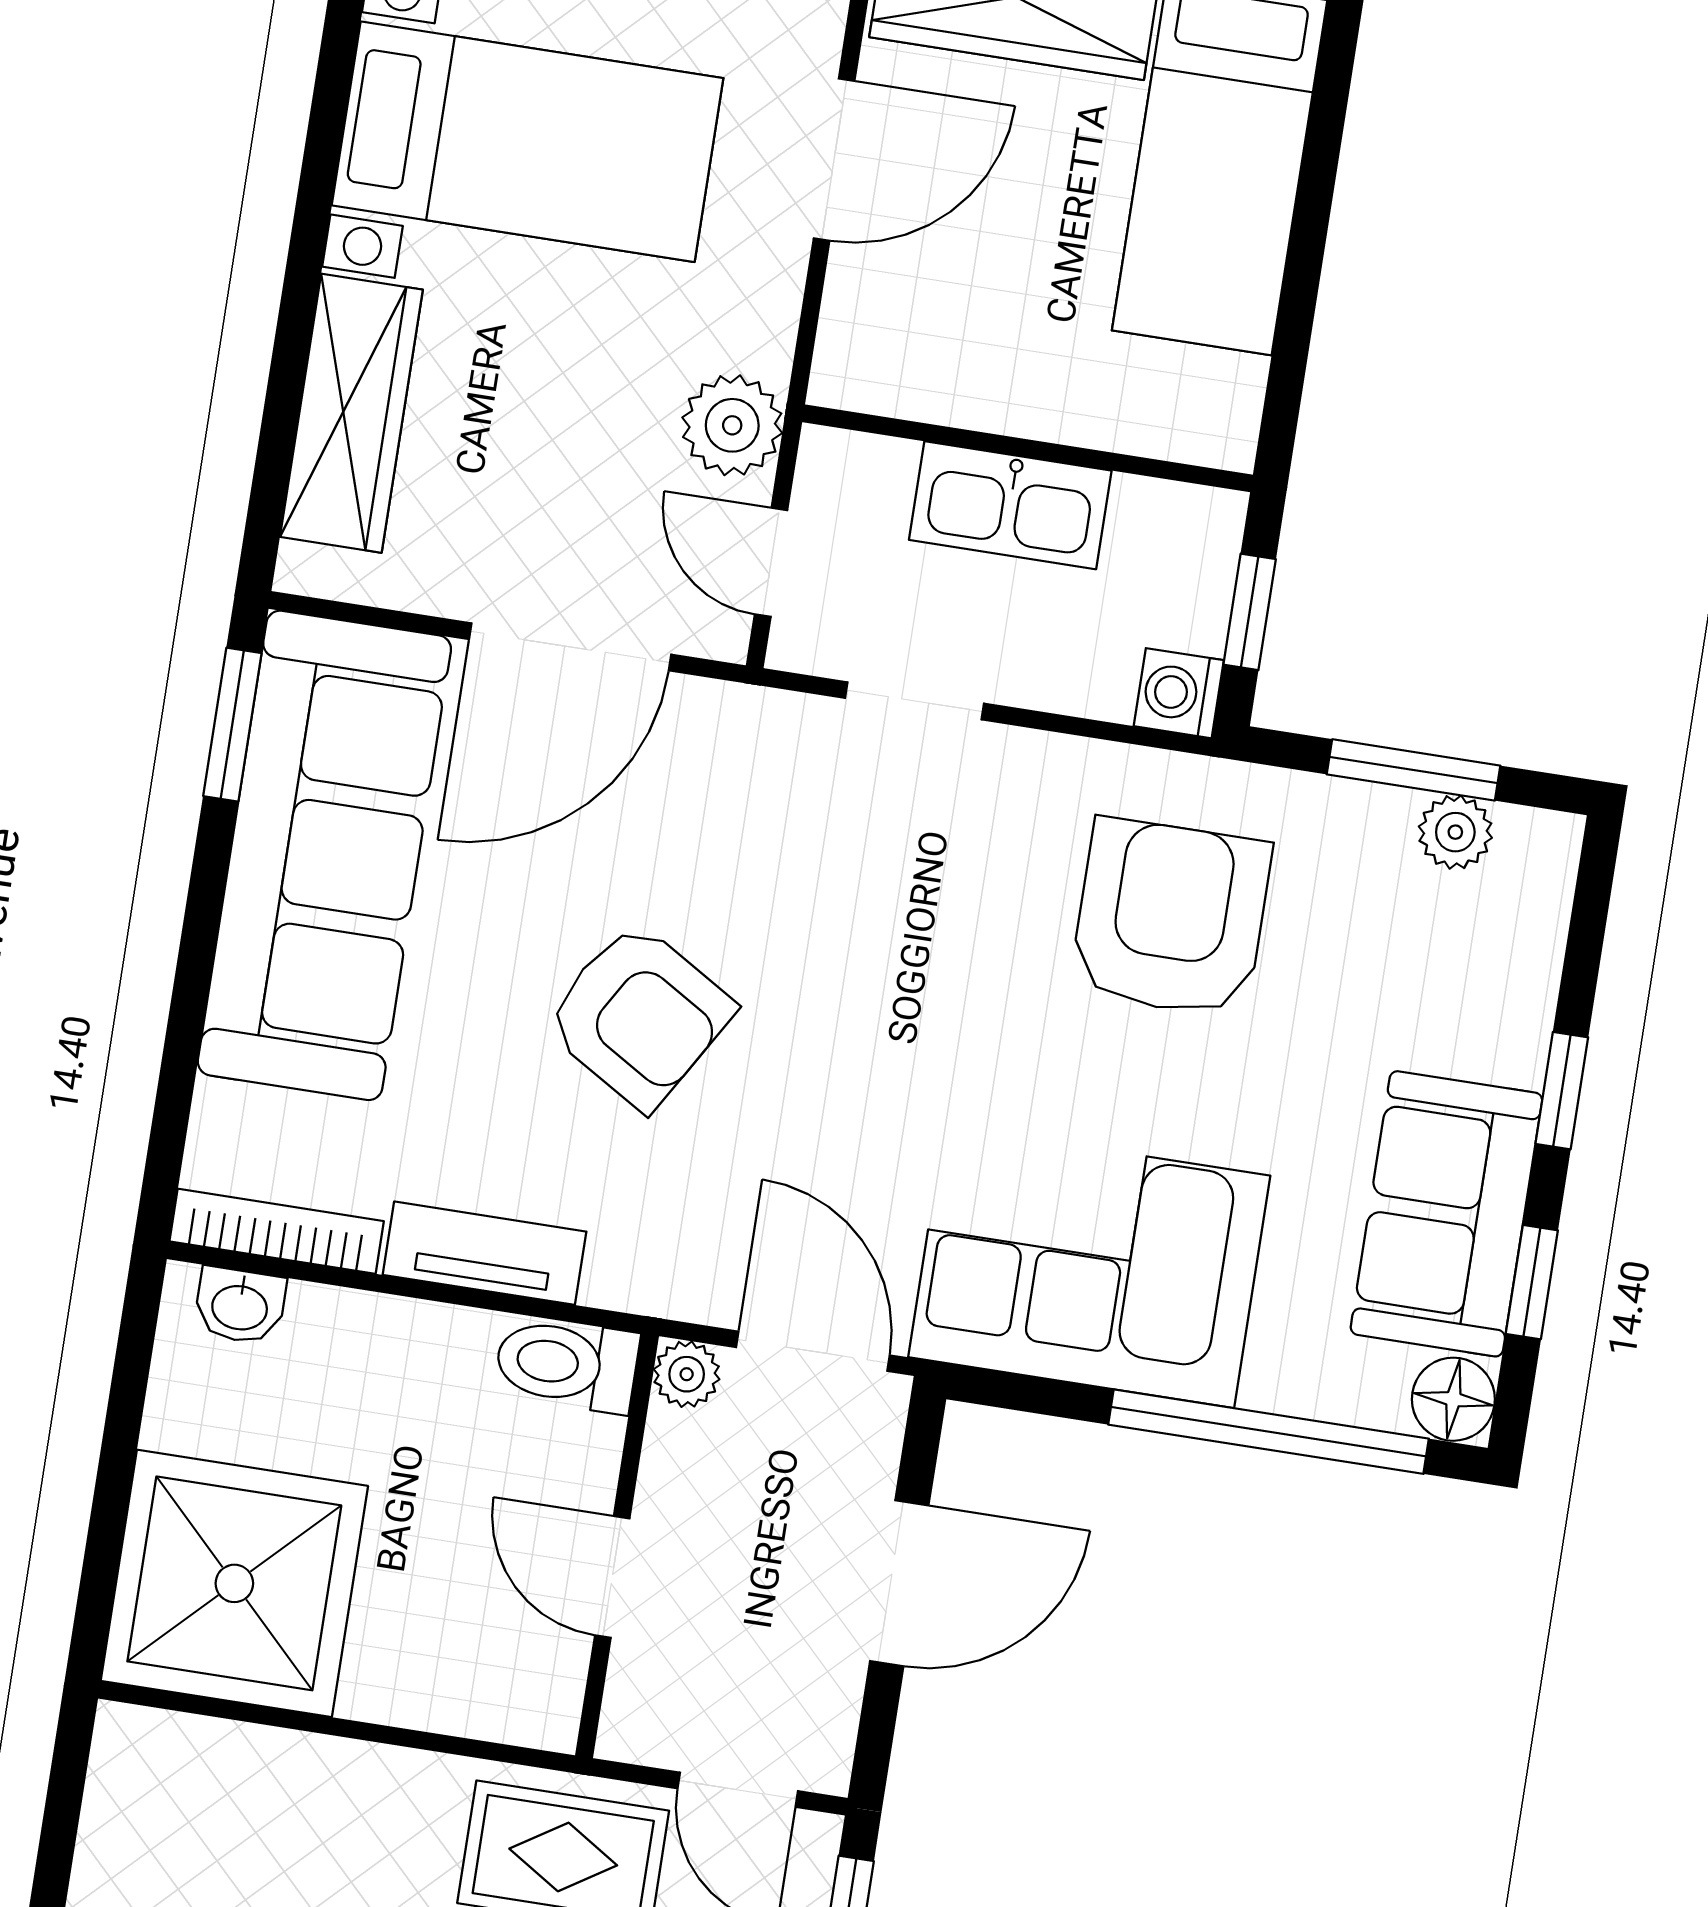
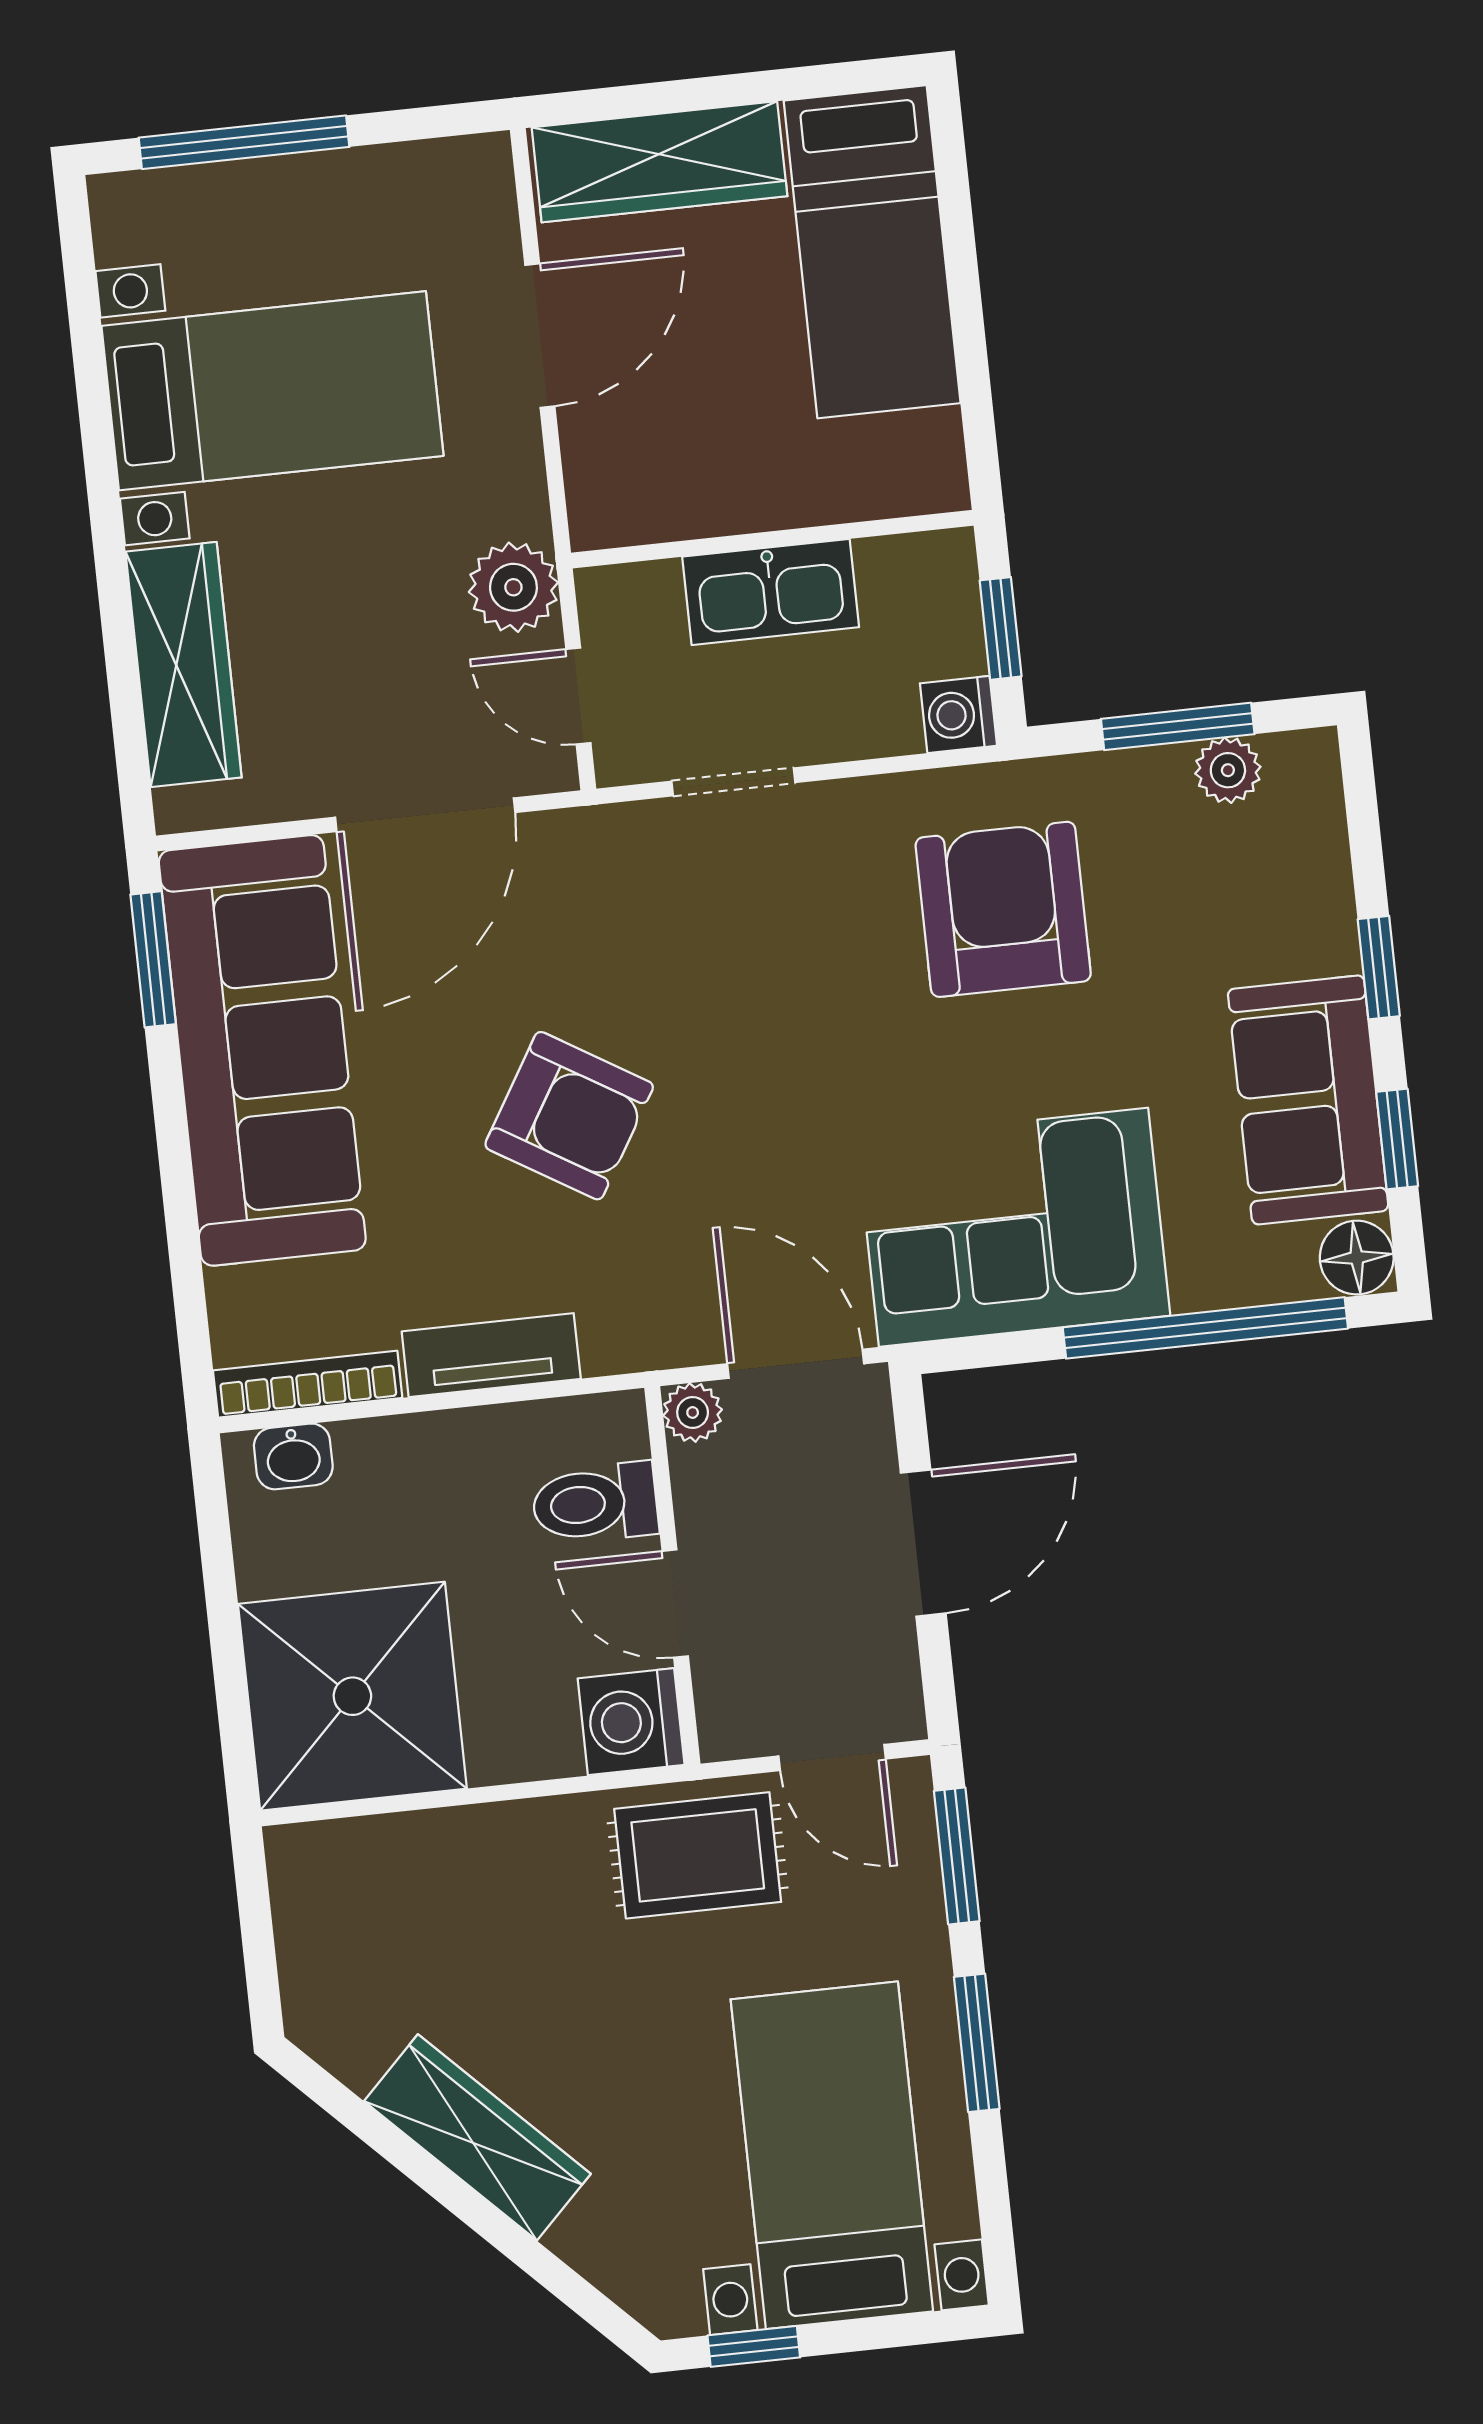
toilet: (567, 1364) -> (595, 1503), moved
washing machine: (530, 1692) -> (631, 1722), added

